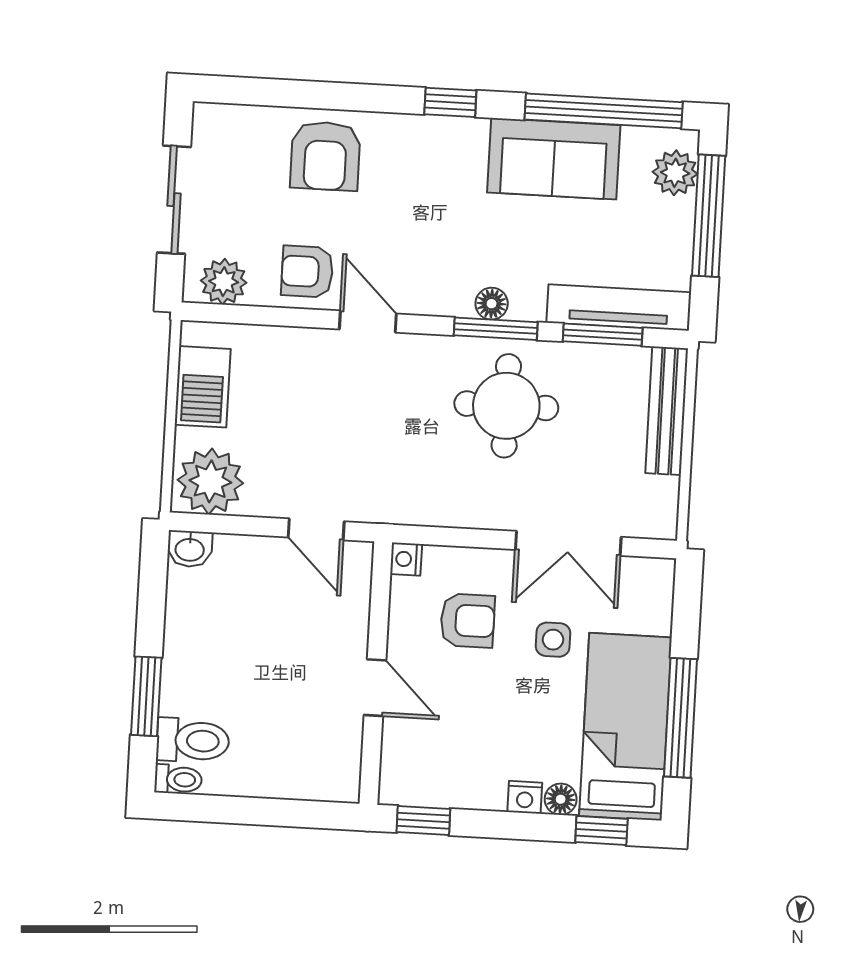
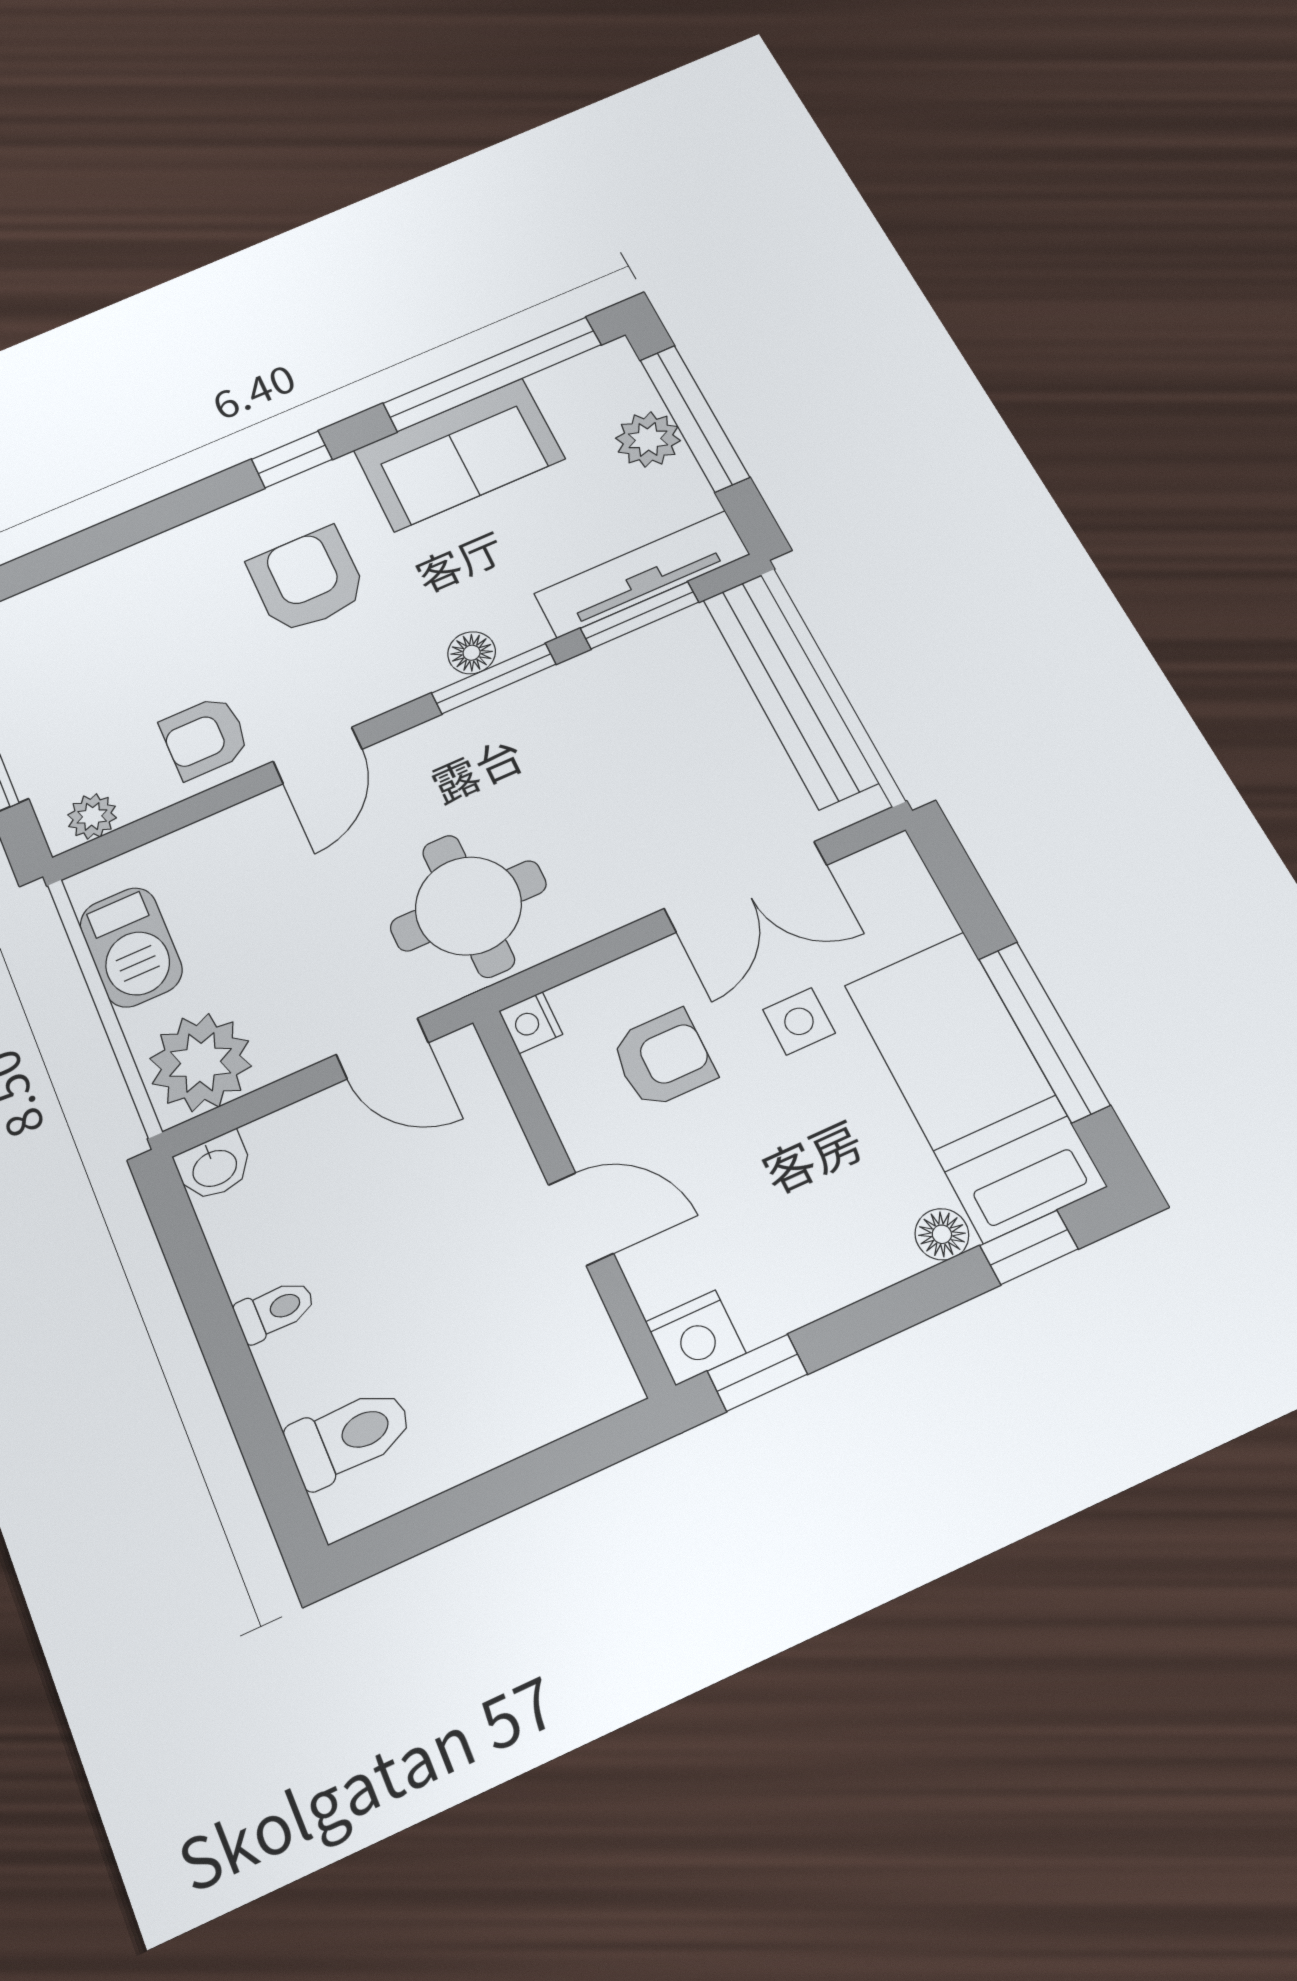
armchair: (325, 156) -> (307, 580), moved, turned 180
plant: (675, 173) -> (648, 439), moved
plant: (224, 282) -> (92, 816), width x0.73, depth x0.73
door: (368, 322) -> (318, 755), swing flipped
round table: (506, 406) -> (468, 906), moved
bench: (667, 411) -> (790, 690), width x1.37, depth x1.21
window: (146, 696) -> (248, 1408), removed
toilet: (178, 779) -> (275, 1310), moved
nightstand: (525, 797) -> (696, 1338), moved, width x1.39, depth x1.35

